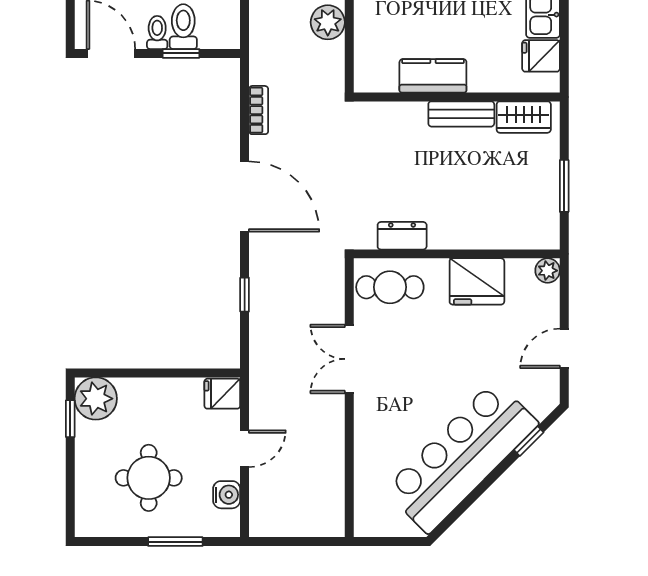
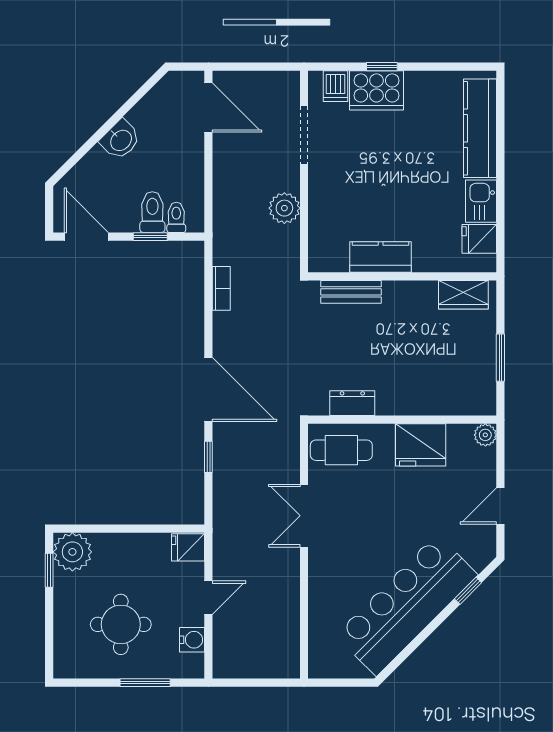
toilet: (157, 32) -> (176, 217), moved
bench: (461, 114) -> (351, 292), moved
door: (245, 197) -> (208, 389), moved

